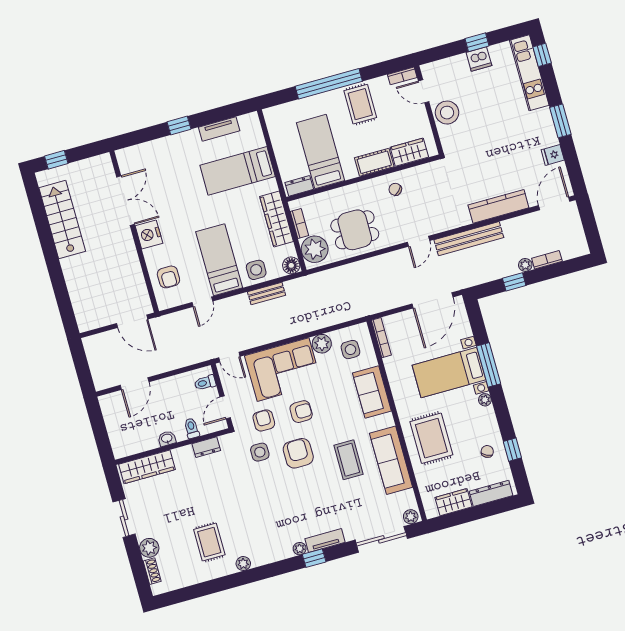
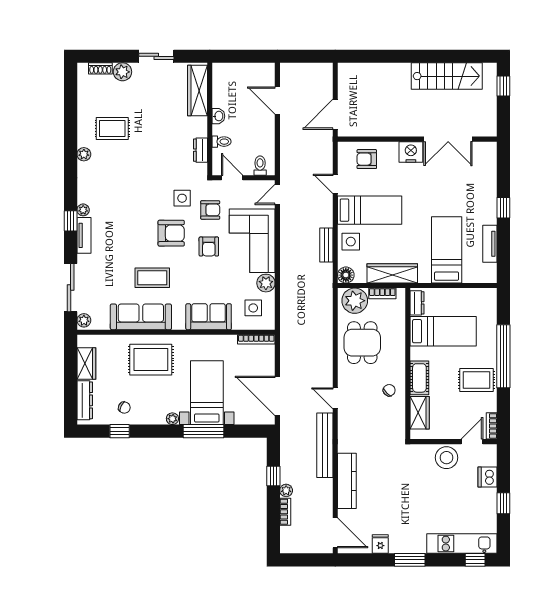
dishwasher: (479, 59) -> (488, 477), moved

